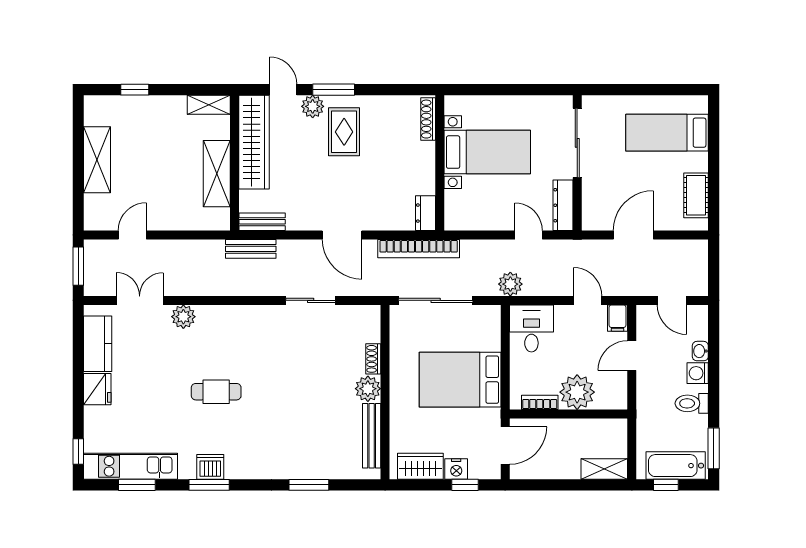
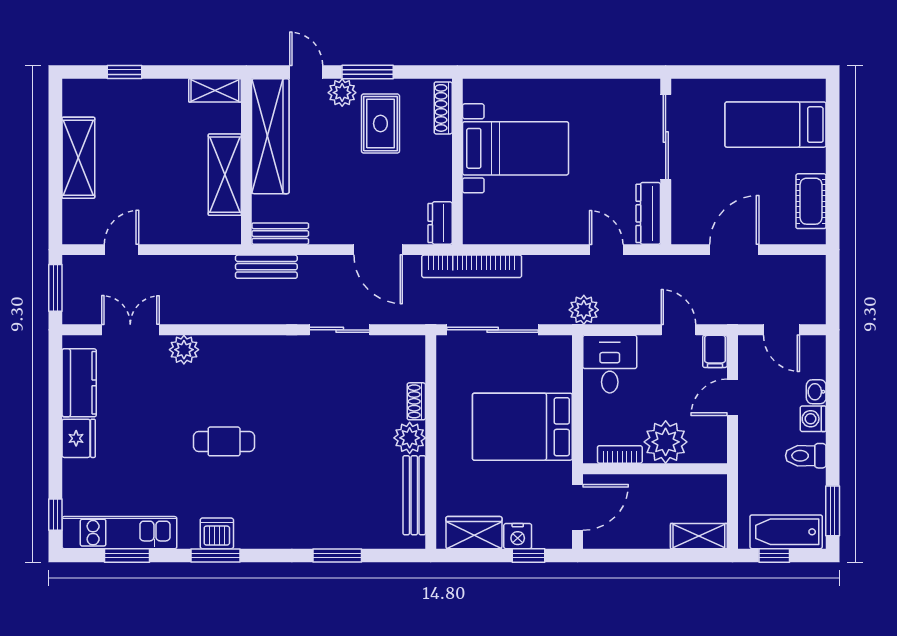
shoe rack: (428, 119) -> (443, 108), moved
bed with nightstands: (487, 152) -> (516, 148), moved
wall: (440, 163) -> (457, 162), moved
dresser: (425, 213) -> (440, 223), moved

